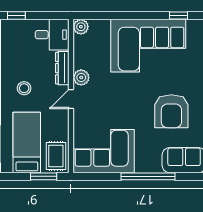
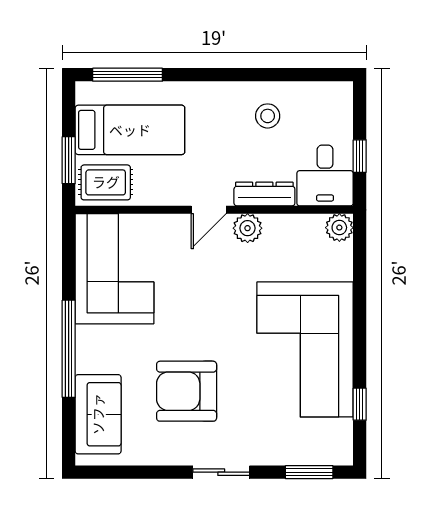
window: (16, 15) -> (360, 156), moved
stool: (24, 88) -> (268, 116), moved
door: (71, 99) -> (209, 210), swing flipped

